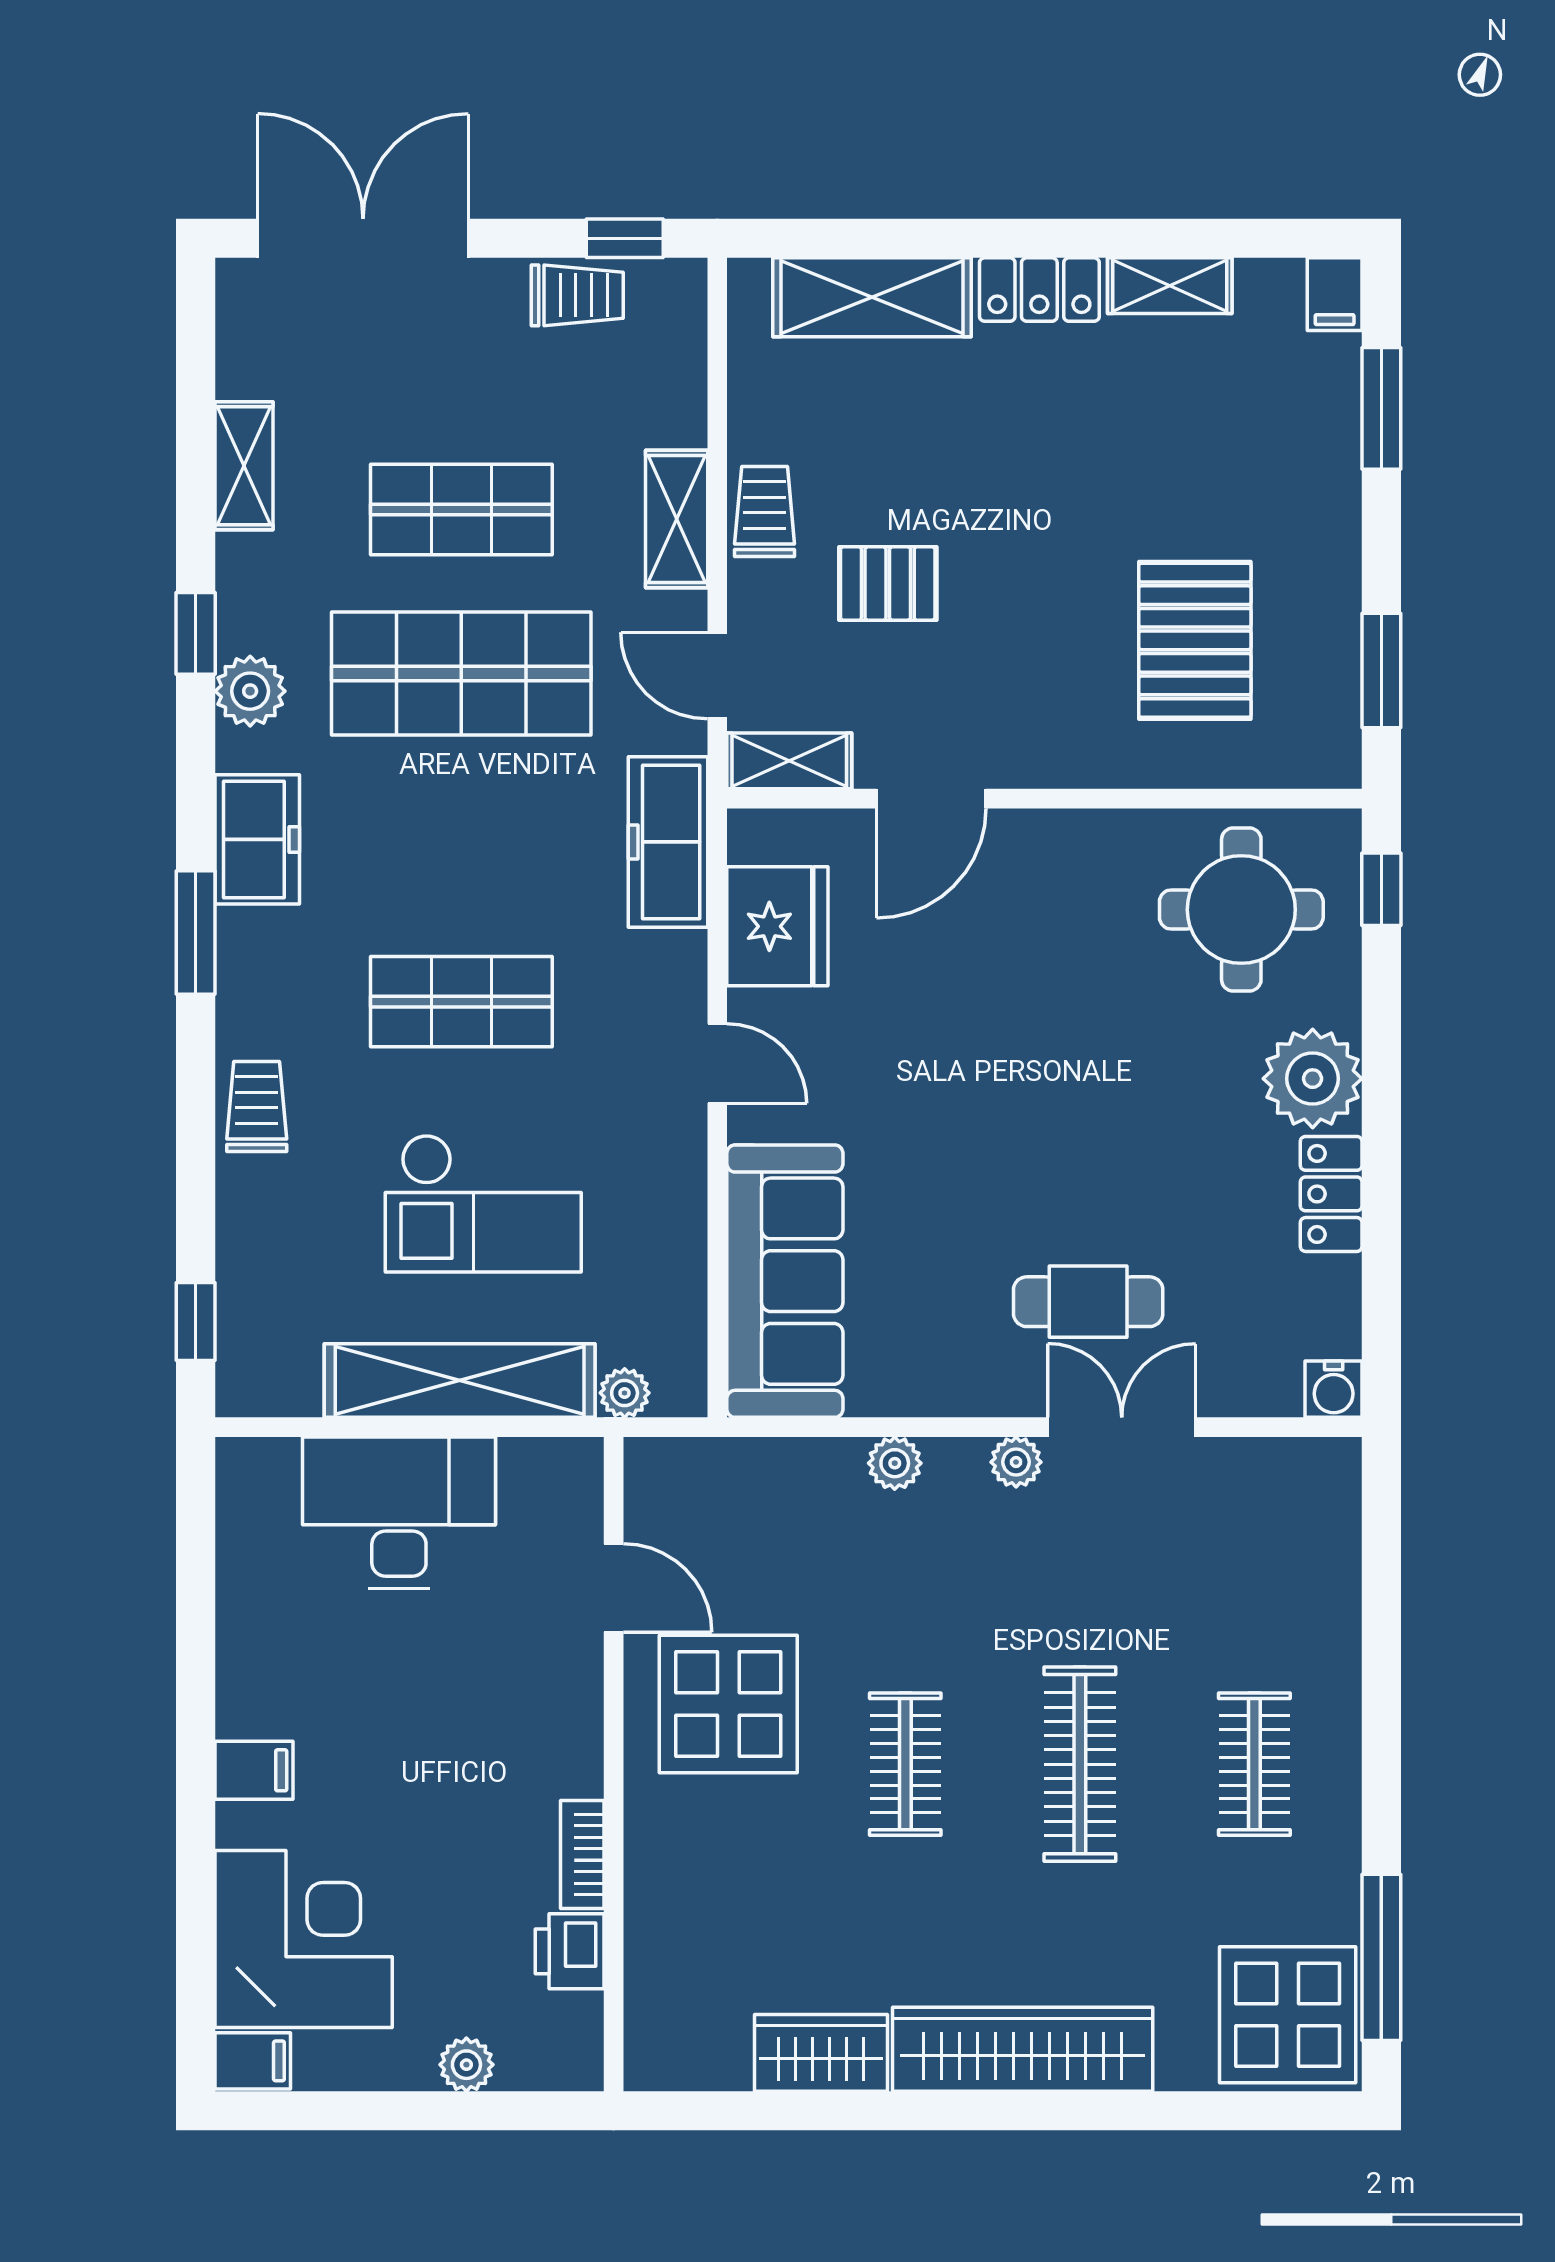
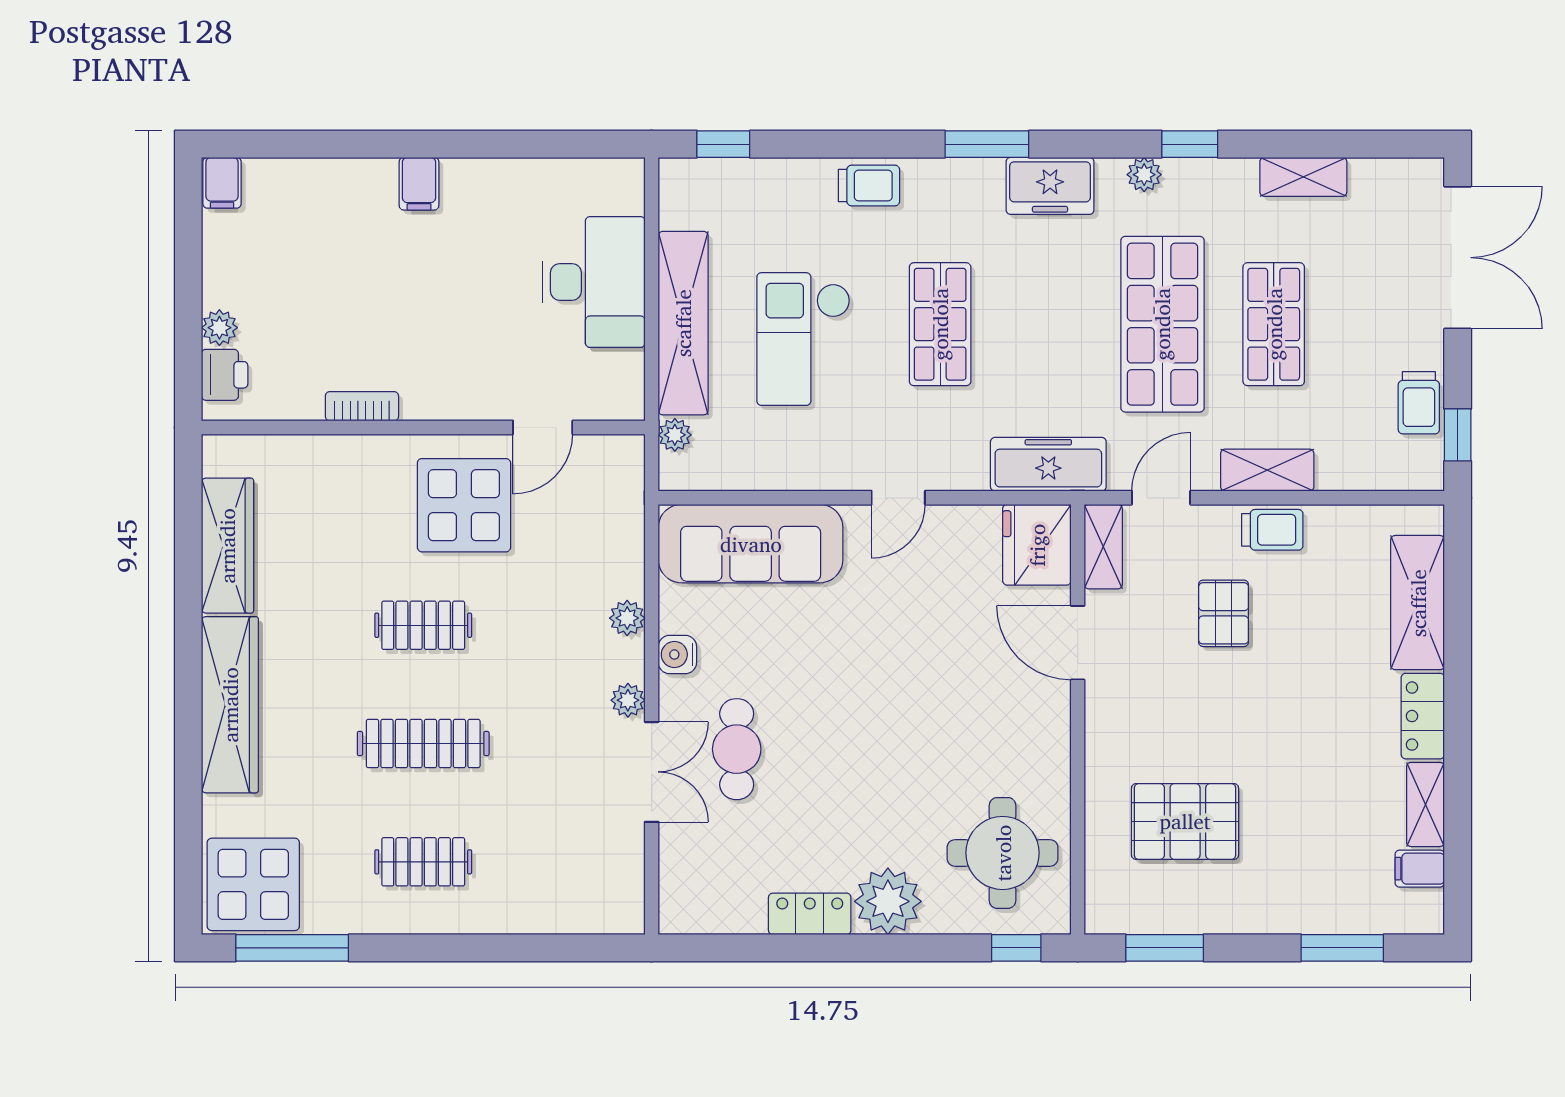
filing cabinet: (1335, 294) -> (1420, 869), moved
plant: (250, 691) -> (1144, 175), width x0.73, depth x0.73
fridge: (777, 926) -> (1037, 545), moved, turned 90
water cooler: (1334, 1389) -> (677, 655), moved
corner desk: (304, 1939) -> (305, 217), removed
printer: (570, 1951) -> (225, 375), moved, turned 90
wardrobe: (821, 2053) -> (227, 546), width x1.50

